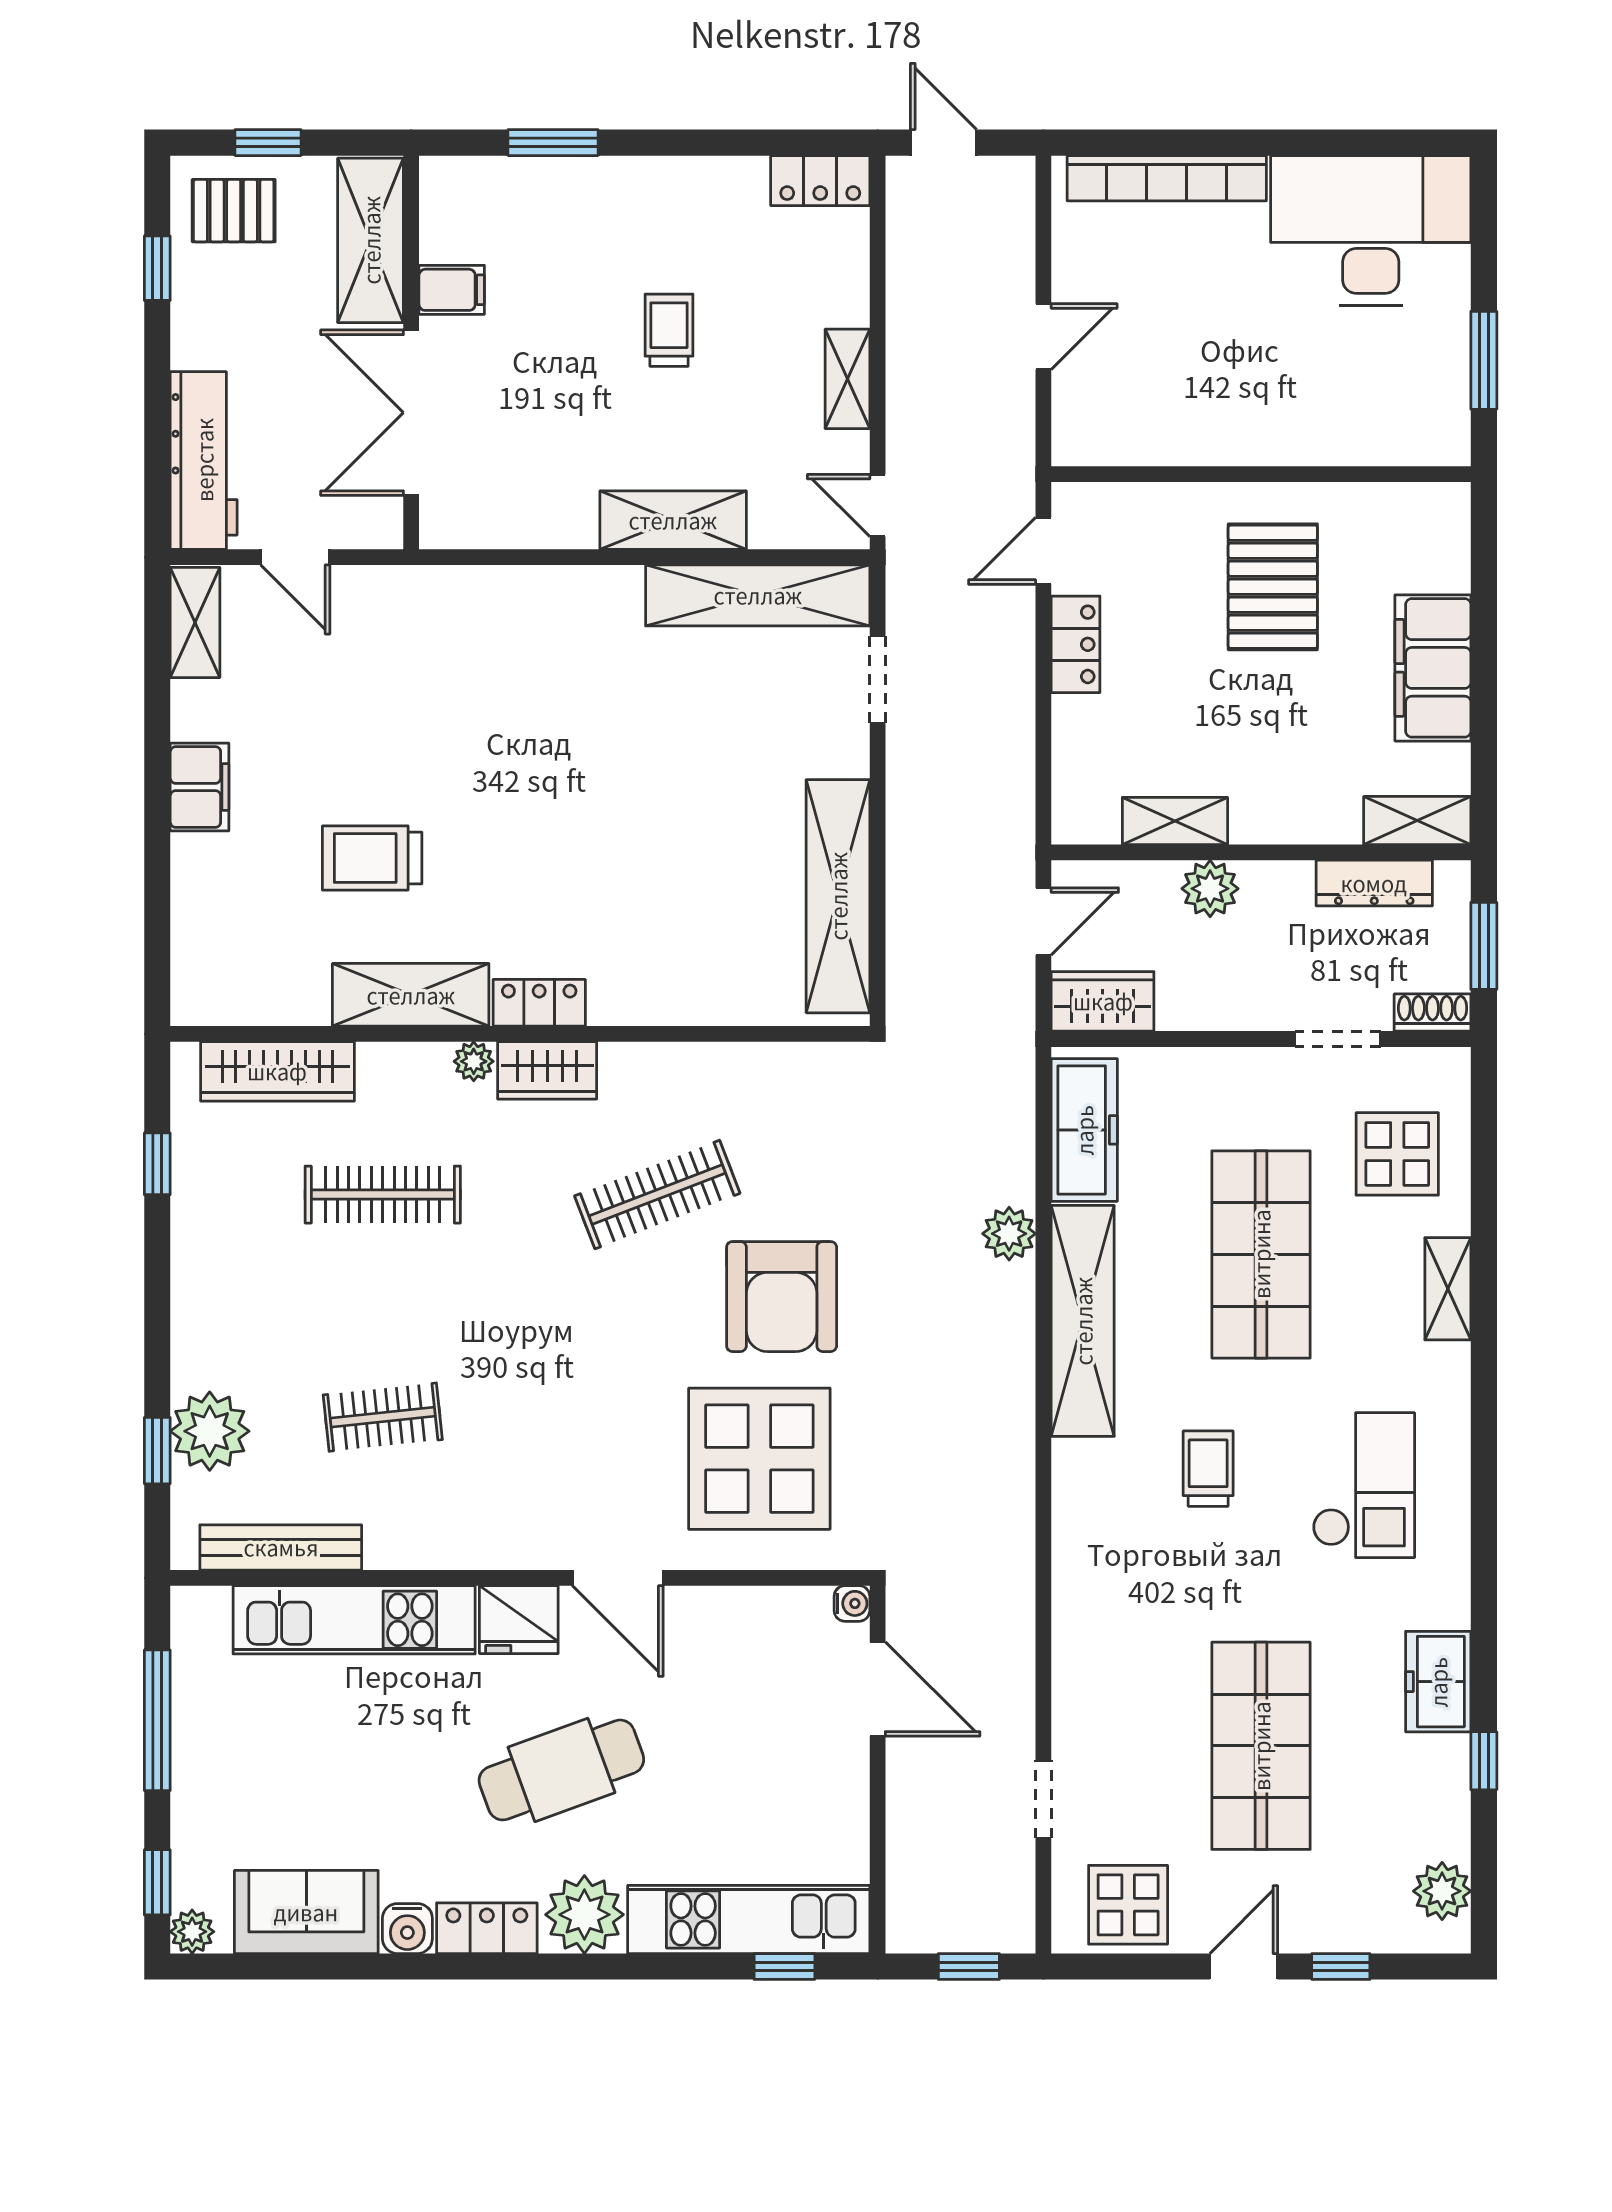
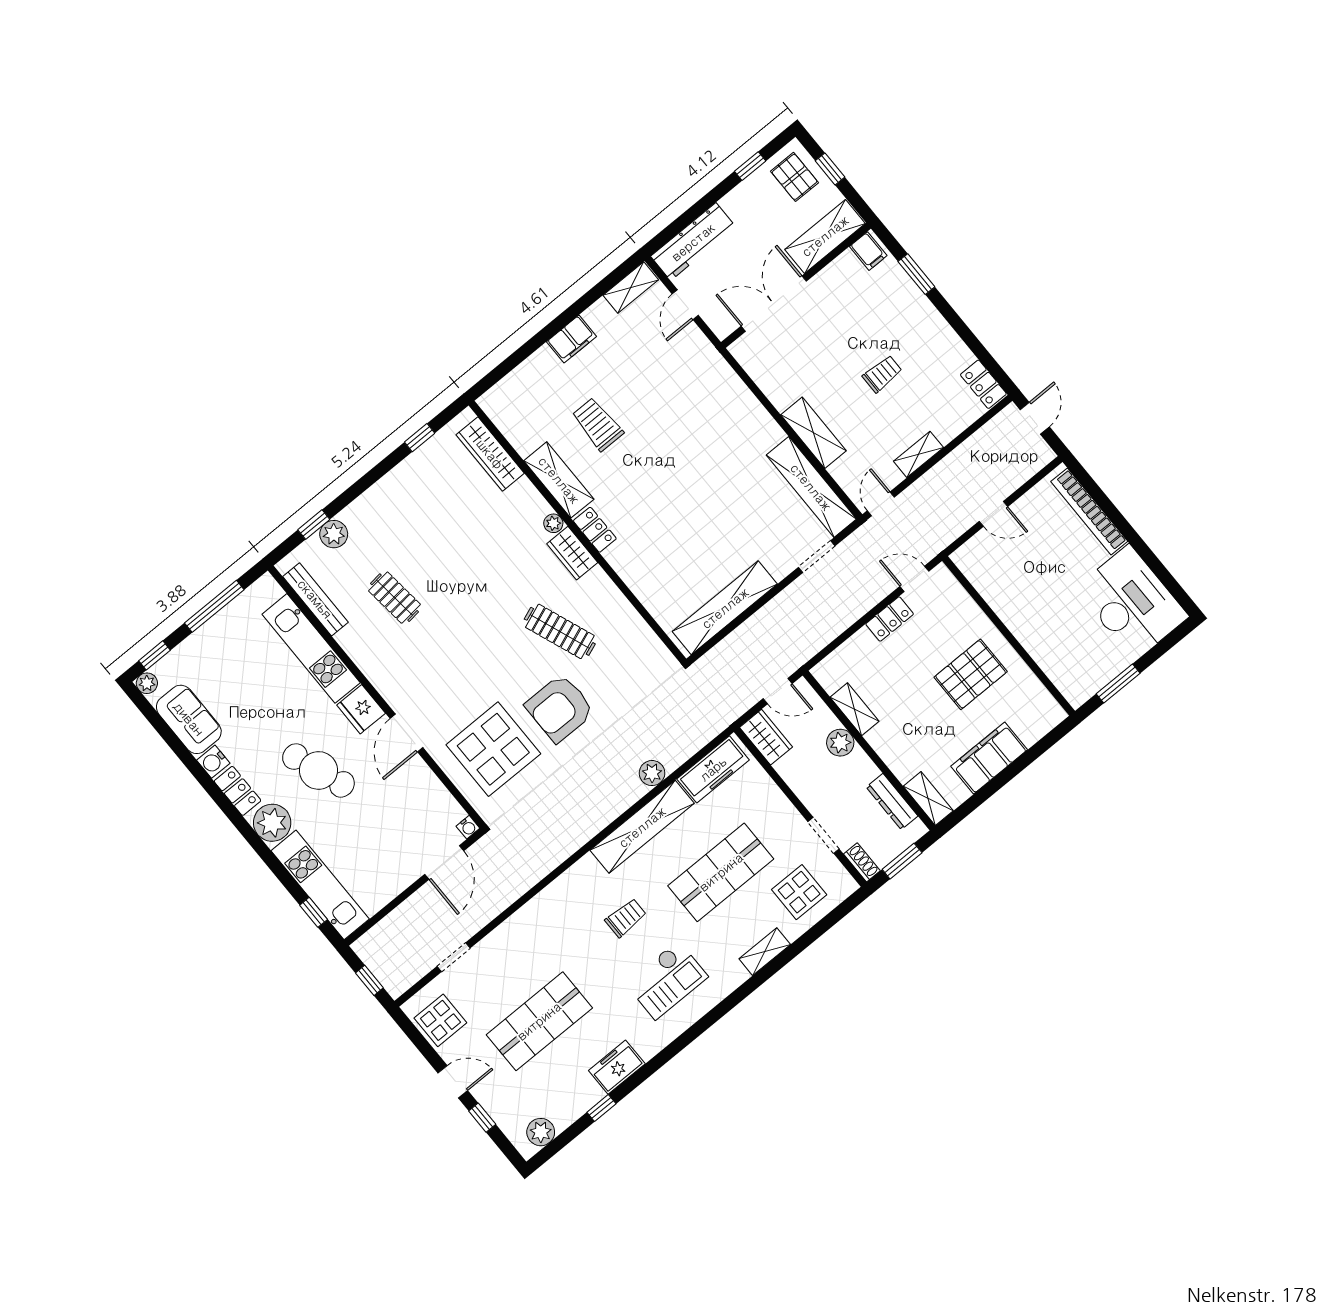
filing cabinet: (452, 290) -> (868, 251), moved
clothes rail: (383, 1195) -> (477, 530), removed
plant: (210, 1431) -> (334, 534), width x0.73, depth x0.73

